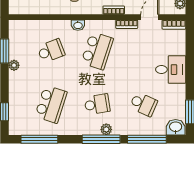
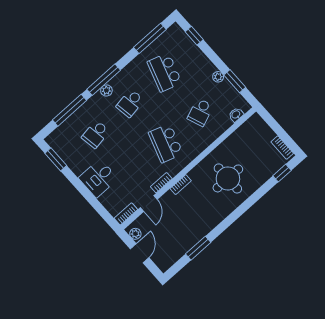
washbasin: (78, 25) -> (236, 115), moved
school desk: (143, 104) -> (96, 134), turned -33
washbasin: (176, 127) -> (56, 138), removed

